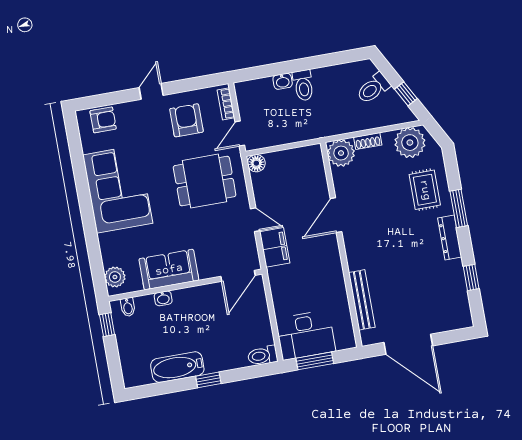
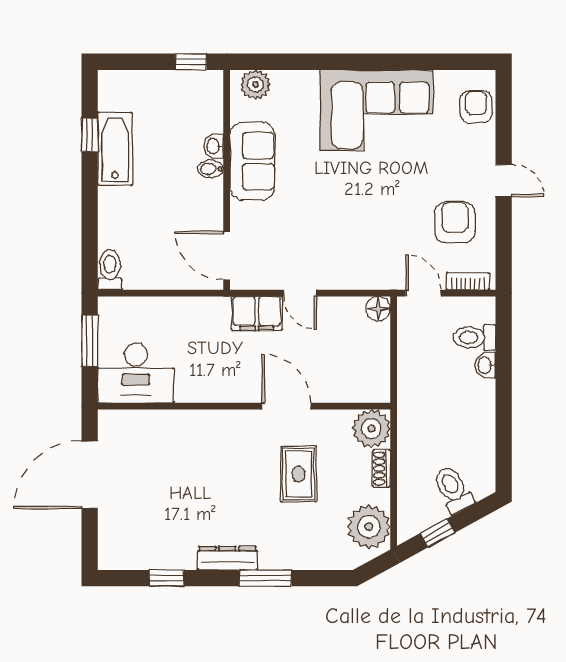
toilet: (303, 85) -> (474, 337), moved
armchair: (103, 120) -> (476, 107), turned 180
armchair: (186, 120) -> (455, 222), turned -90
dining table: (205, 181) -> (366, 232), removed
rug: (425, 190) -> (299, 474), moved, turned 90
door: (255, 220) -> (300, 293), hinge flipped
bench: (362, 300) -> (163, 421), removed
bidet: (128, 307) -> (210, 169), moved
desk: (306, 335) -> (136, 373), moved, turned -90
window: (208, 380) -> (90, 135), moved

